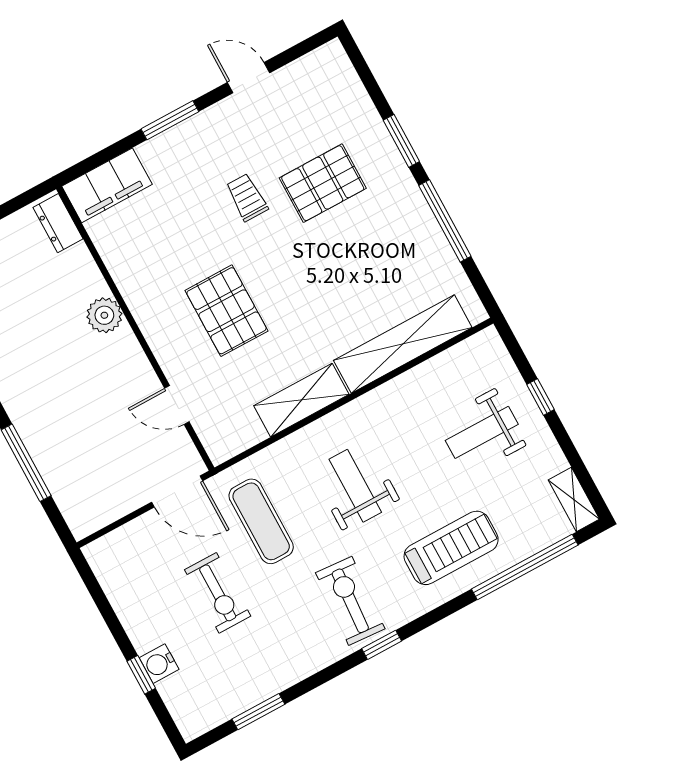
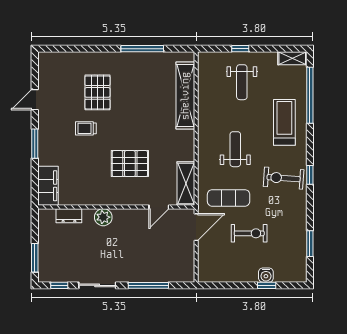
window: (401, 141) -> (98, 49), removed
dresser: (58, 223) -> (69, 216), moved
shelving: (301, 400) -> (186, 184), moved
weight bench: (355, 486) -> (235, 149), turned 90

